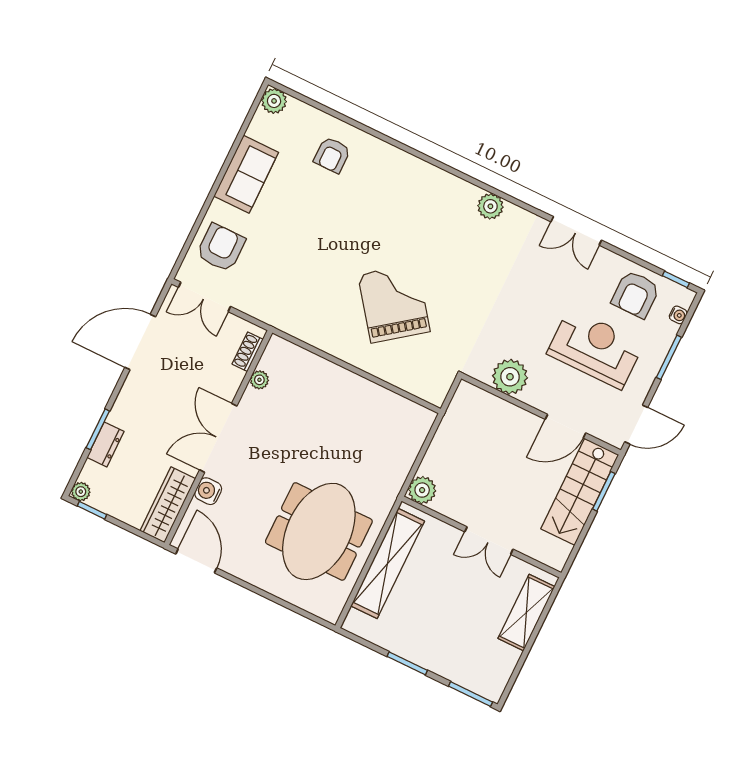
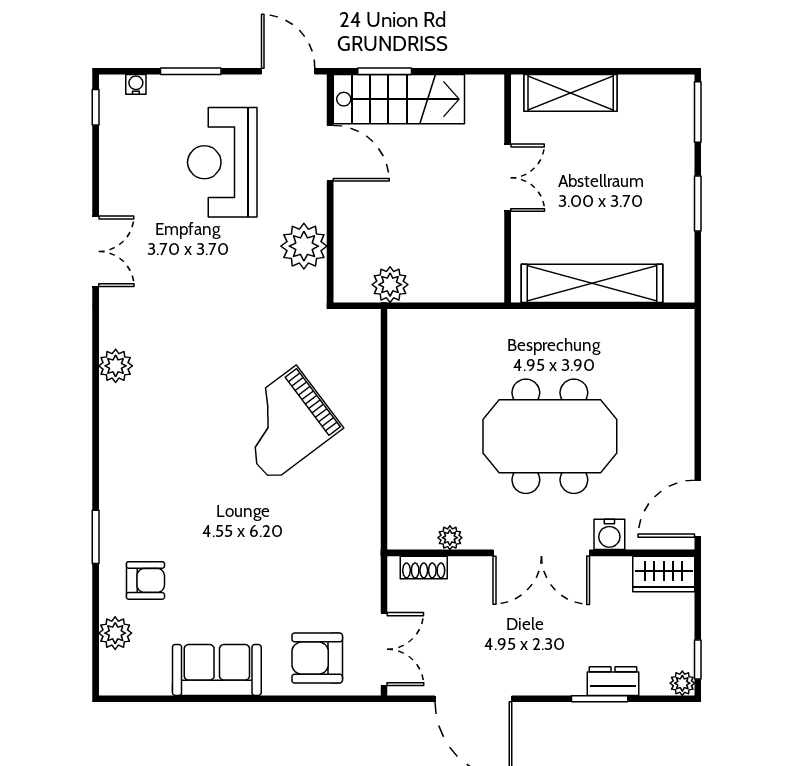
plant: (274, 101) -> (115, 633), moved
window: (379, 135) -> (96, 537), added
armchair: (636, 294) -> (136, 146), removed
plant: (422, 490) -> (390, 285), moved
wardrobe: (168, 505) -> (664, 574), width x0.67
meeting table: (319, 531) -> (550, 436), moved

